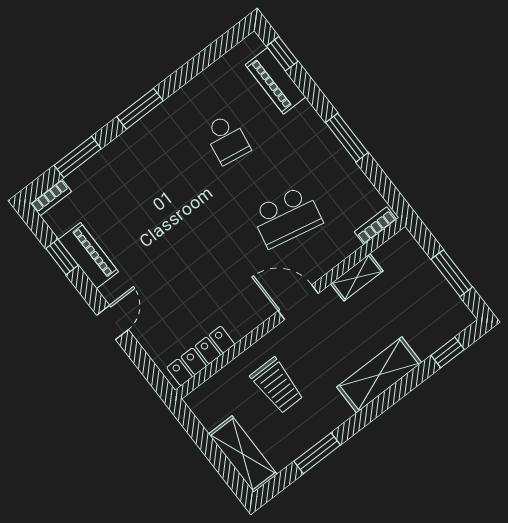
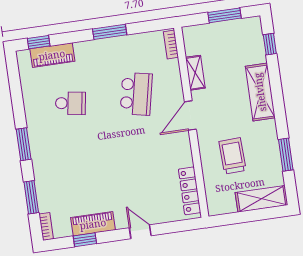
trolley: (277, 386) -> (232, 156), turned -92

